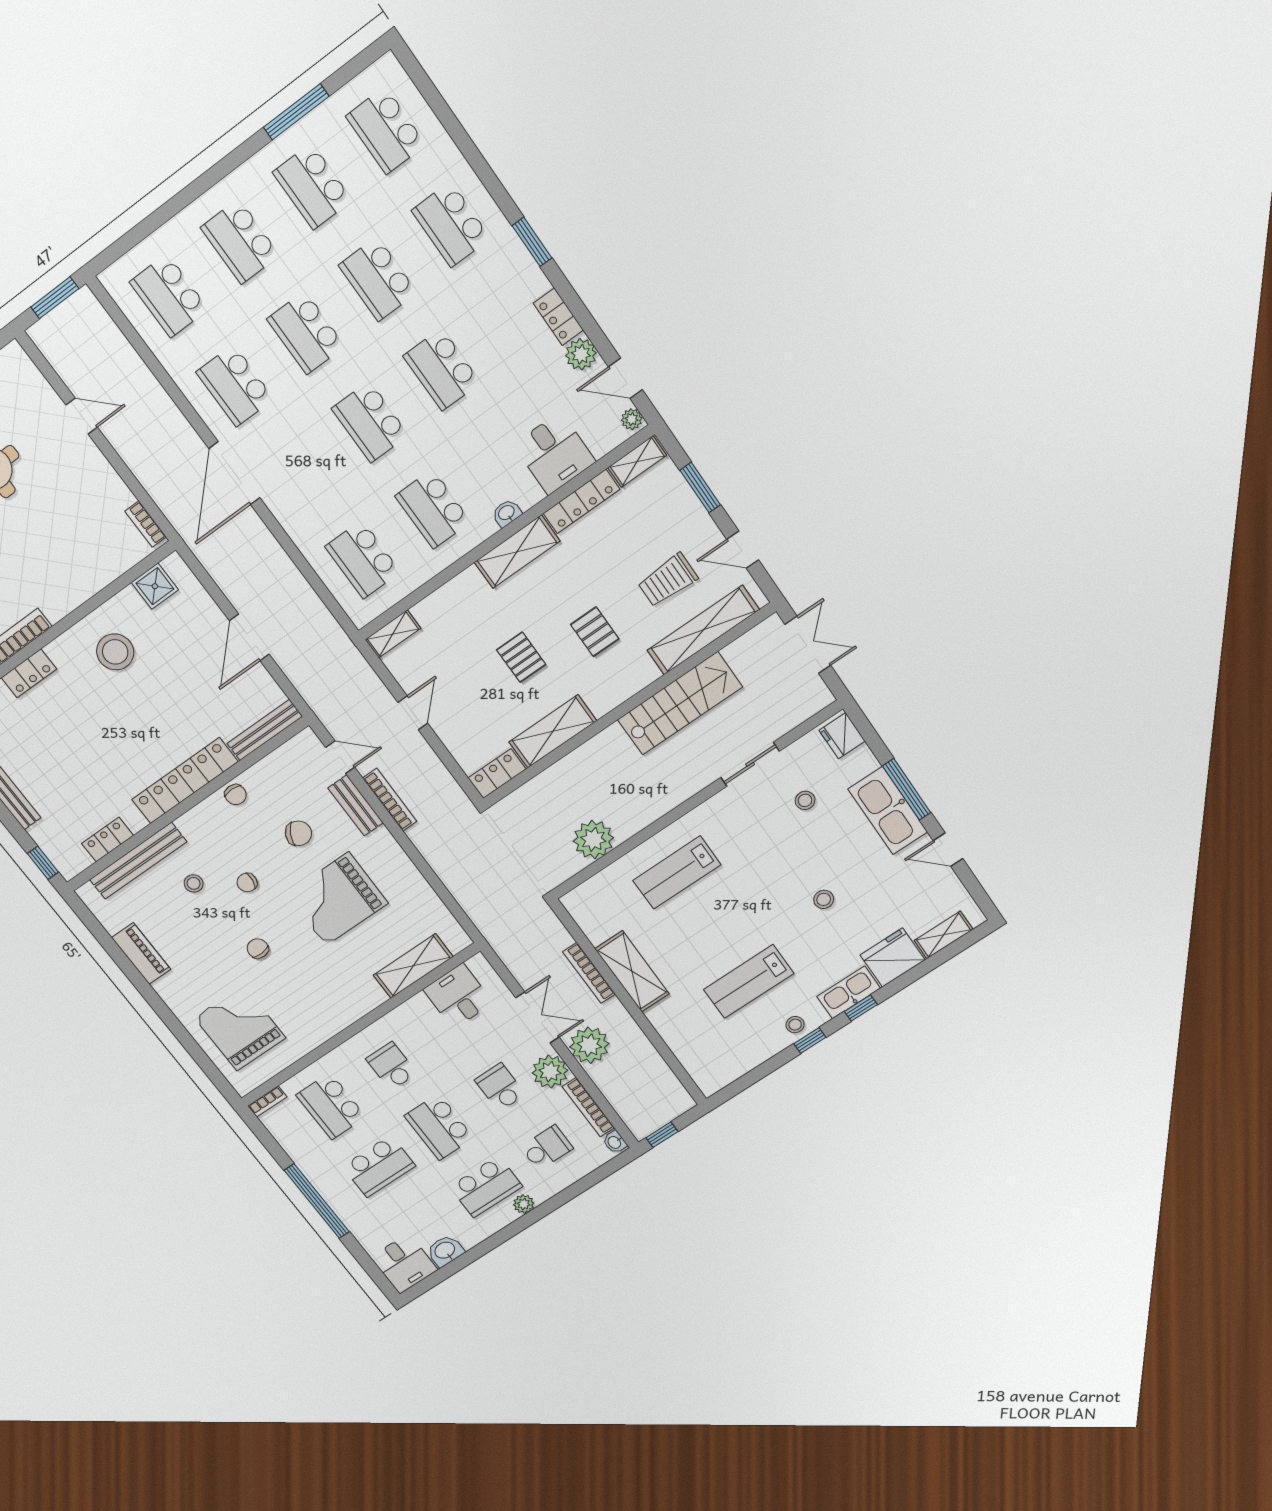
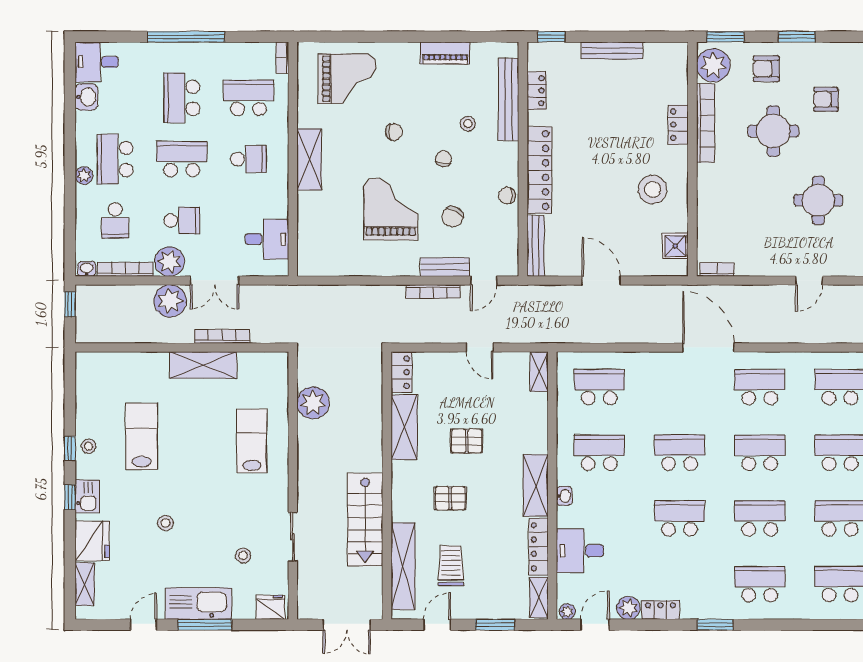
shelving: (413, 966) -> (309, 159), moved
kitchen sink: (849, 992) -> (87, 496), width x0.73

